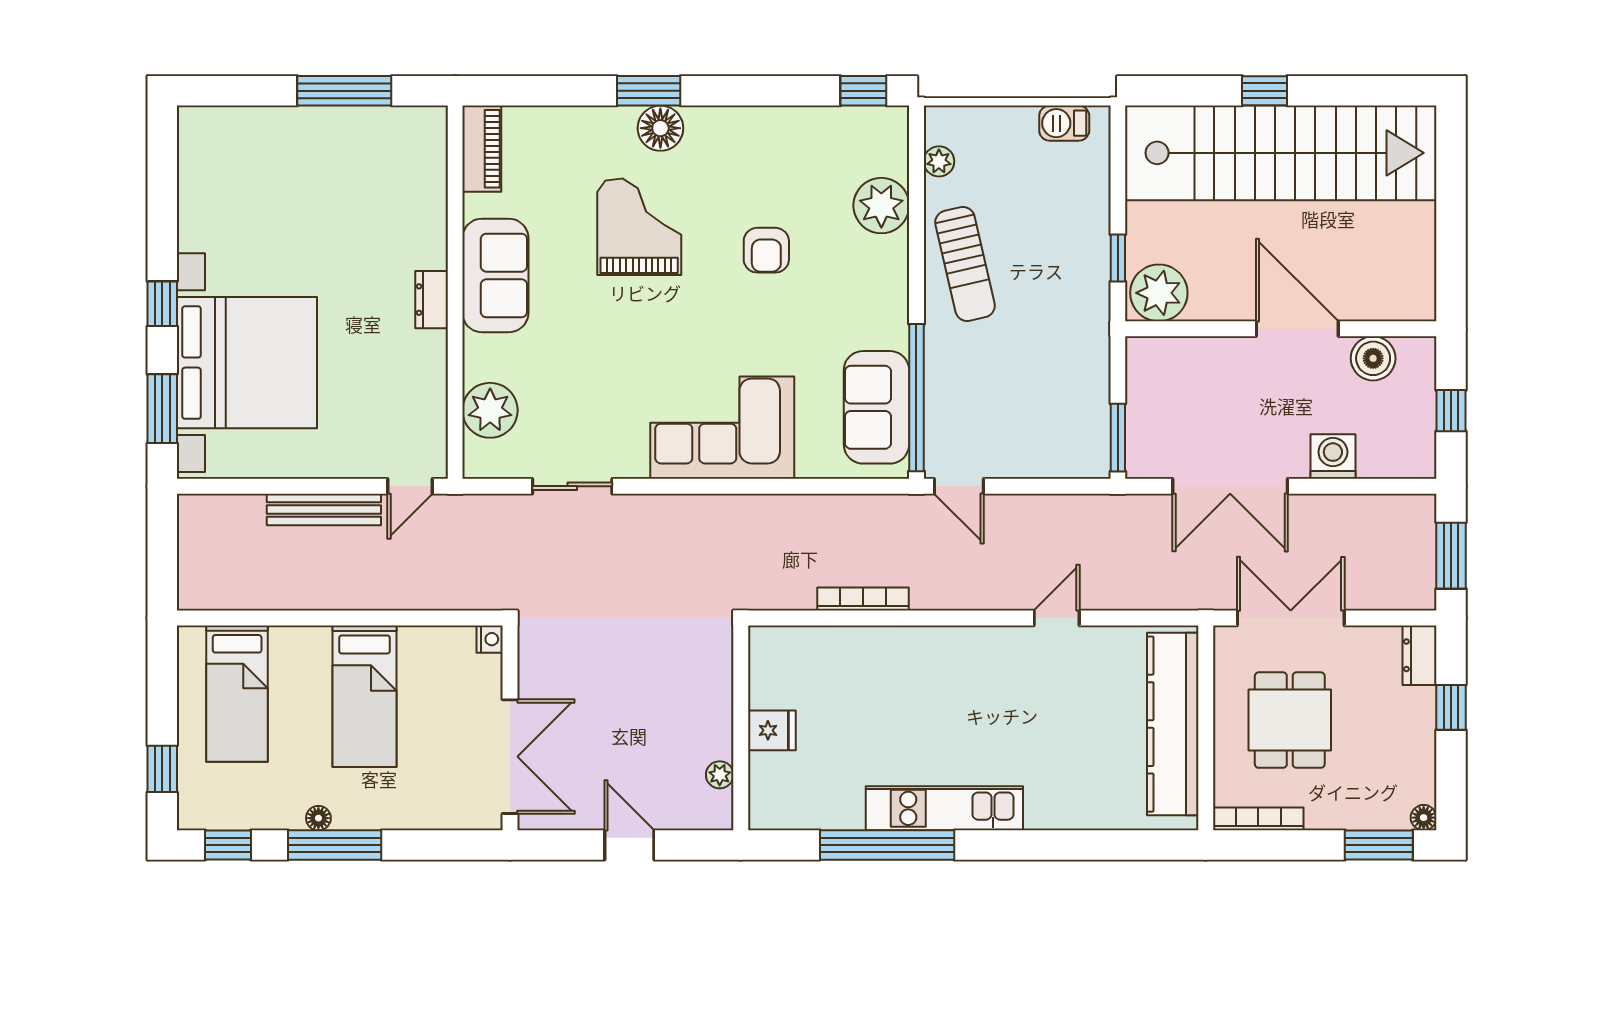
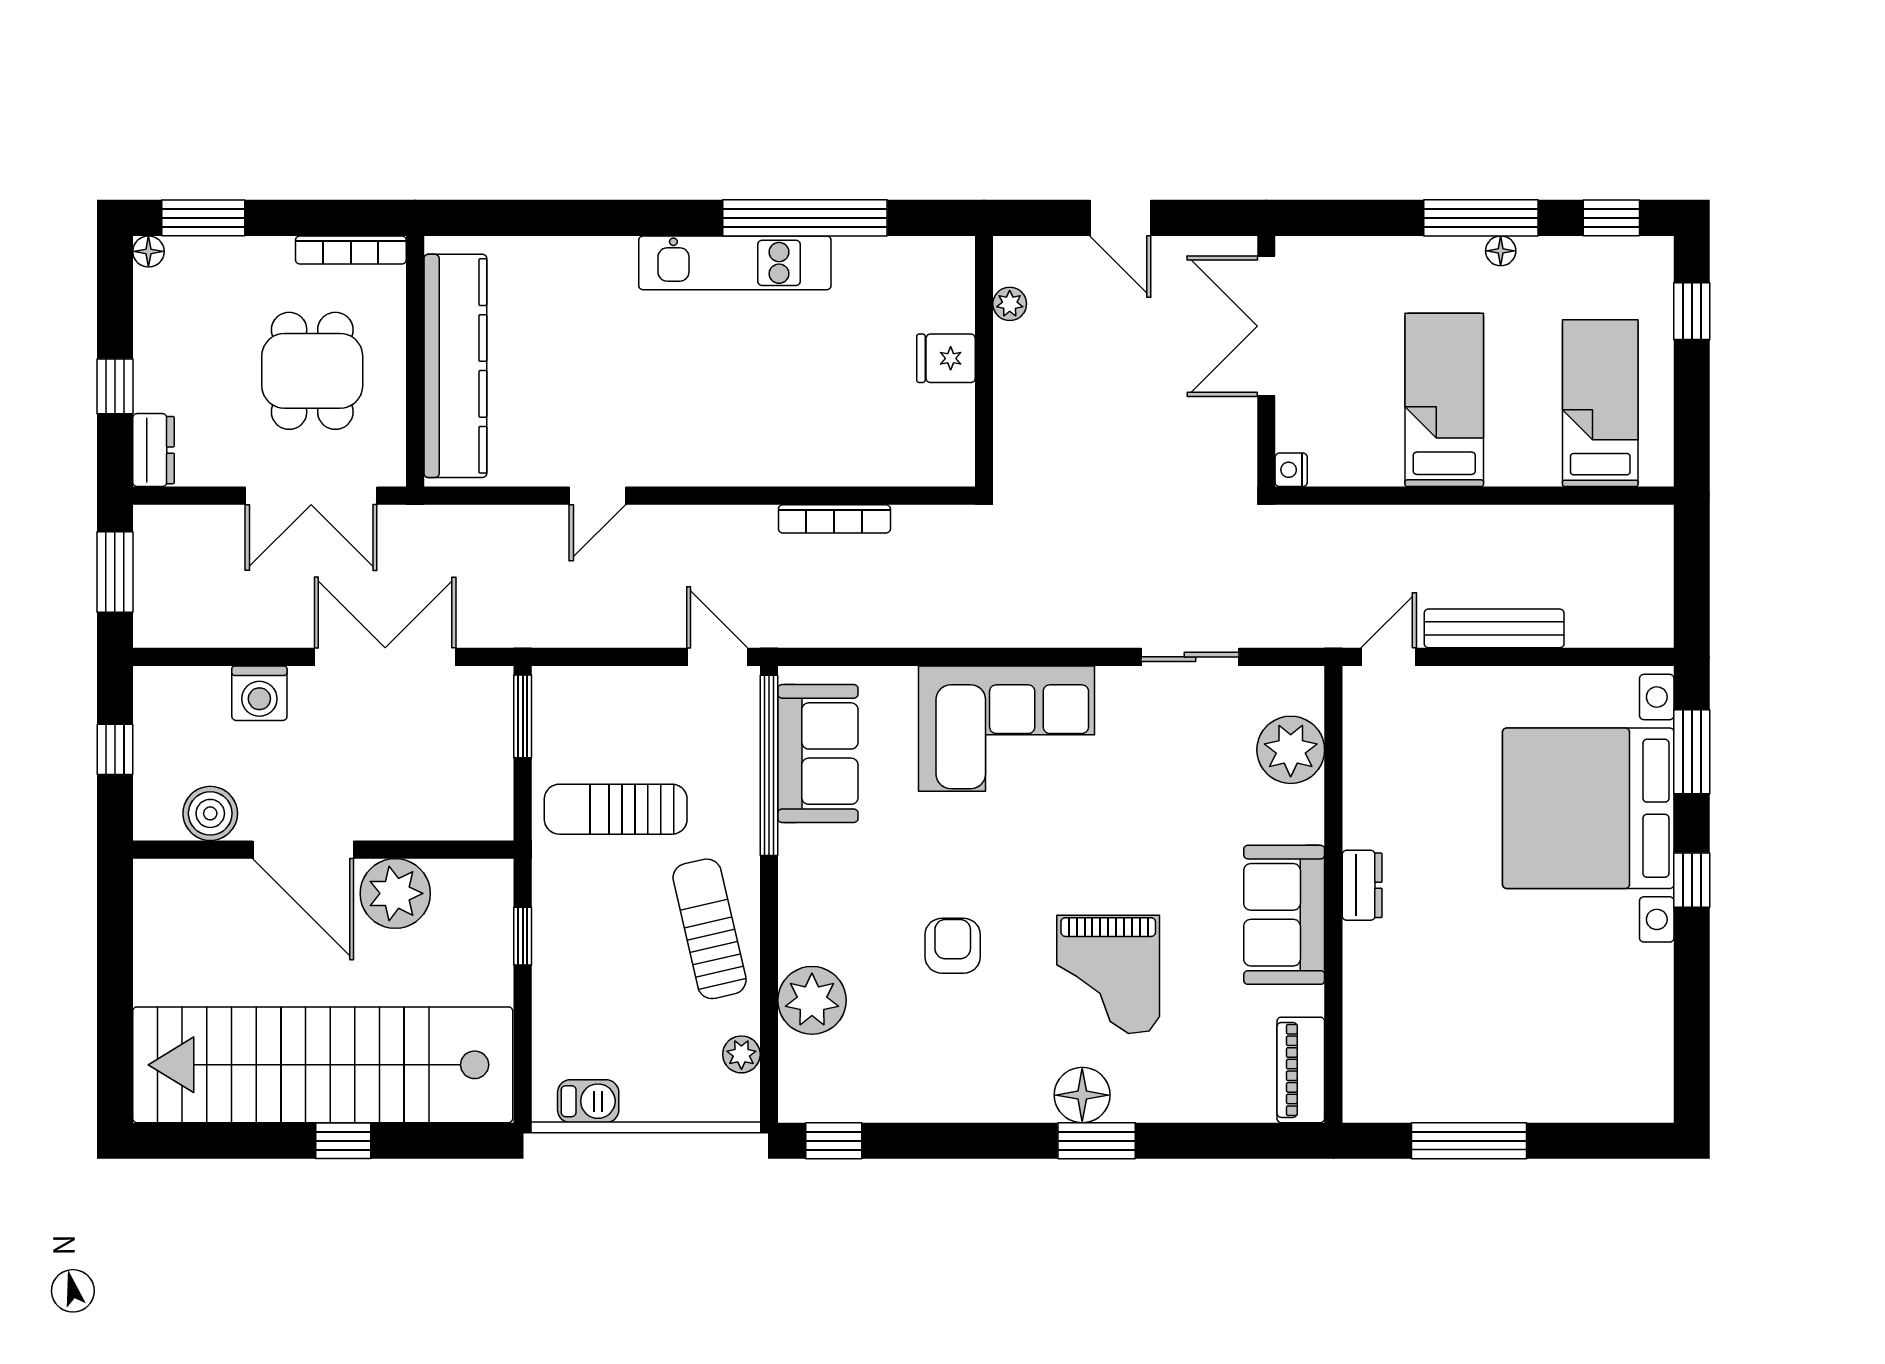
plant: (1159, 293) -> (395, 893), moved
sun lounger: (1042, 362) -> (616, 809), added

